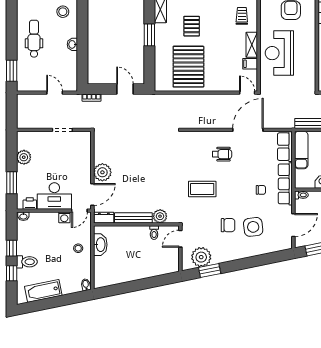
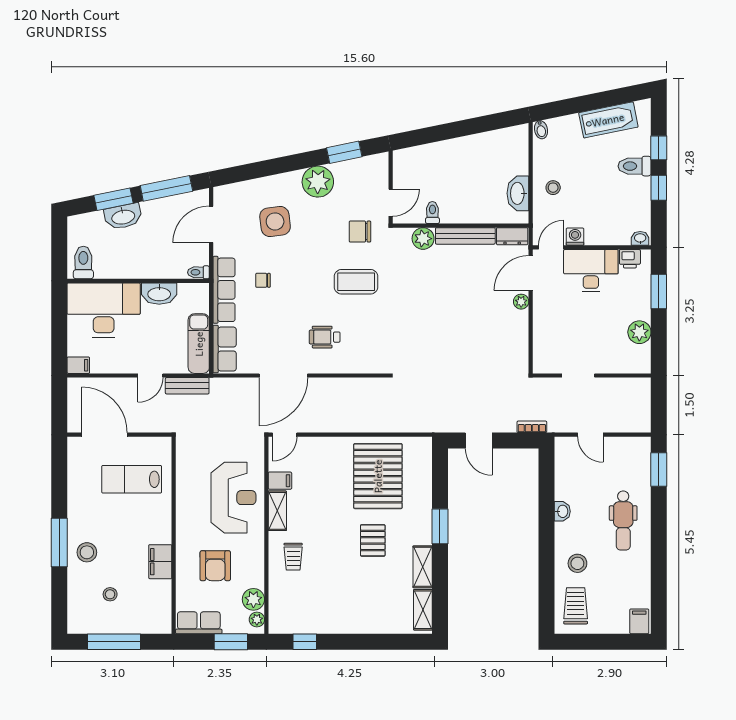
door: (247, 93) -> (285, 435), hinge flipped
plant: (102, 172) -> (521, 302), width x0.53, depth x0.53
chair: (228, 225) -> (360, 232), moved
plant: (201, 257) -> (318, 182), moved

